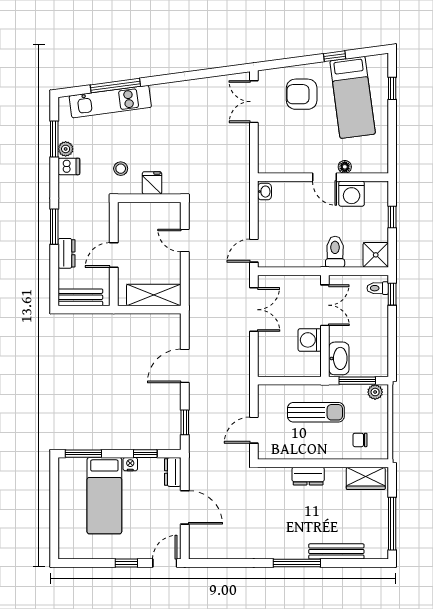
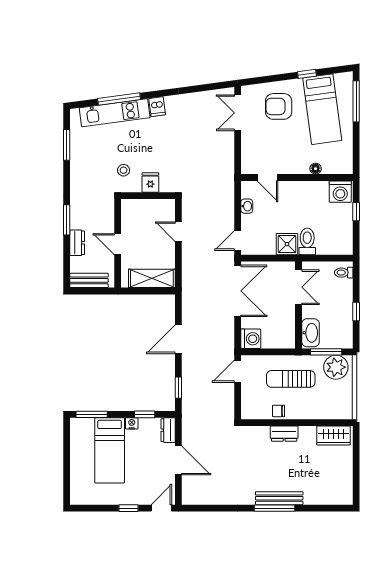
window: (392, 88) -> (356, 101), width x2.17
plant: (66, 149) -> (76, 153), removed
dishwasher: (69, 166) -> (157, 107), moved, turned 82
door: (324, 177) -> (268, 178), moved
washbasin: (264, 192) -> (247, 206), moved
washing machine: (352, 194) -> (340, 192), moved
door: (114, 255) -> (118, 244), hinge flipped
shower: (376, 255) -> (287, 244), moved
window: (392, 294) -> (356, 312), moved
double door: (254, 310) -> (238, 291), width x1.37
washing machine: (310, 340) -> (251, 339), moved, turned 180
plant: (375, 392) -> (336, 367), width x1.88, depth x1.88
sun lounger: (316, 412) -> (291, 379), turned 180
door: (254, 430) -> (238, 371), moved
chair: (360, 440) -> (278, 411), moved
window: (392, 524) -> (356, 474), removed
bench: (336, 551) -> (279, 498), moved

